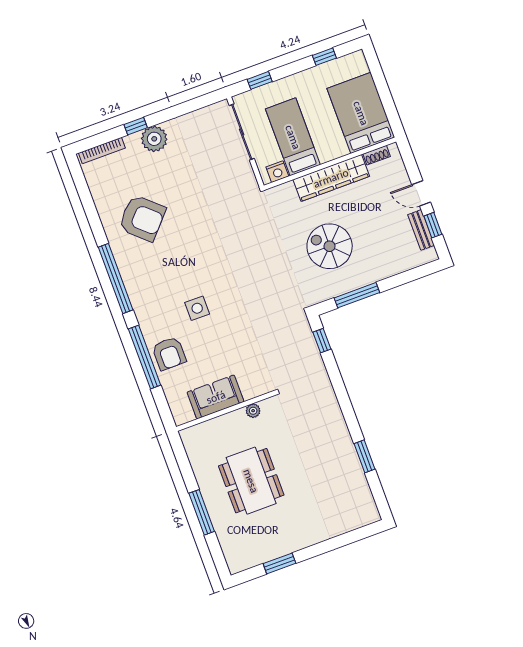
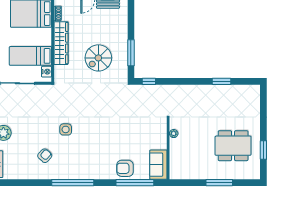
armchair: (142, 218) -> (45, 156), width x0.53, depth x0.53
side table: (197, 308) -> (66, 129), moved
armchair: (169, 353) -> (125, 168), turned 180
window: (145, 357) -> (135, 183), moved
sofa: (216, 397) -> (158, 165), moved
dining table: (251, 481) -> (233, 146), moved

